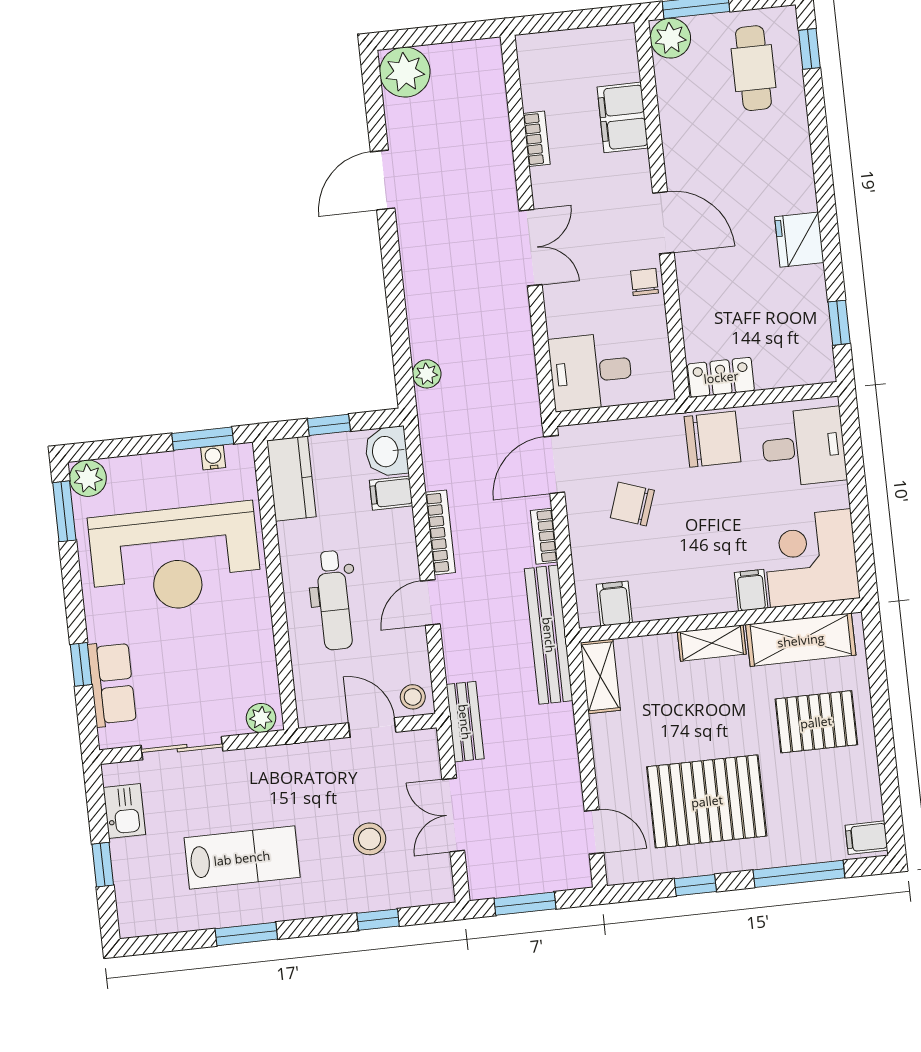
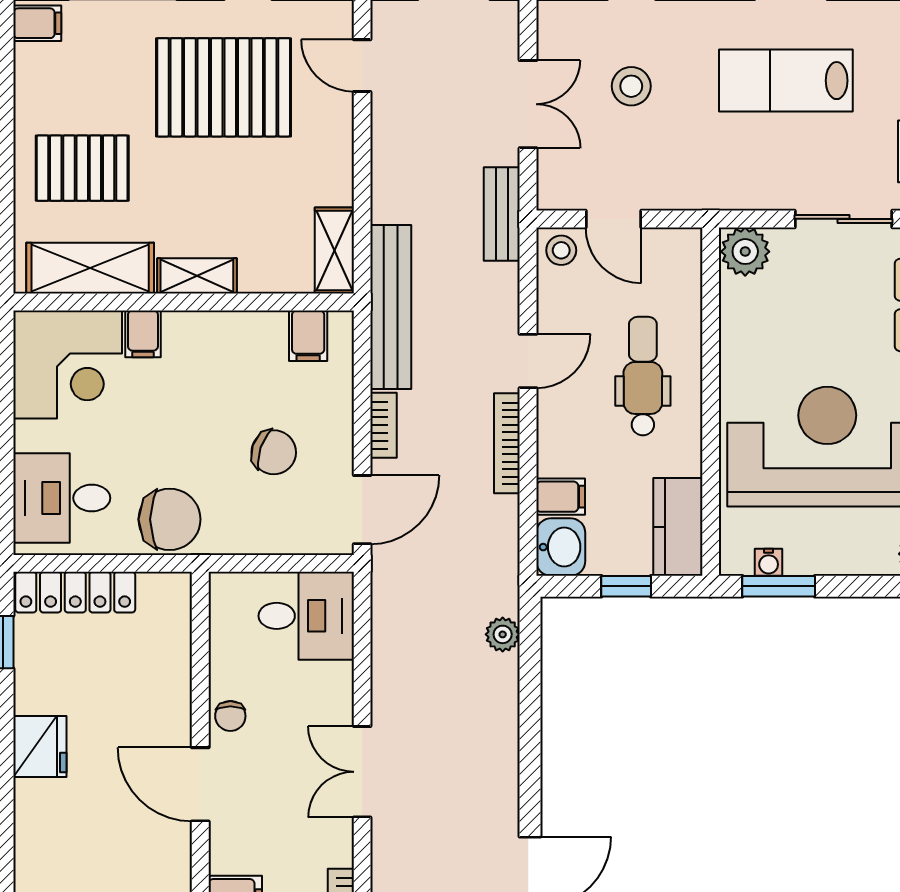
locker: (721, 377) -> (75, 592), moved, width x1.53
chair: (713, 439) -> (170, 519), turned 180
plant: (261, 718) -> (745, 252), width x1.38, depth x1.38

